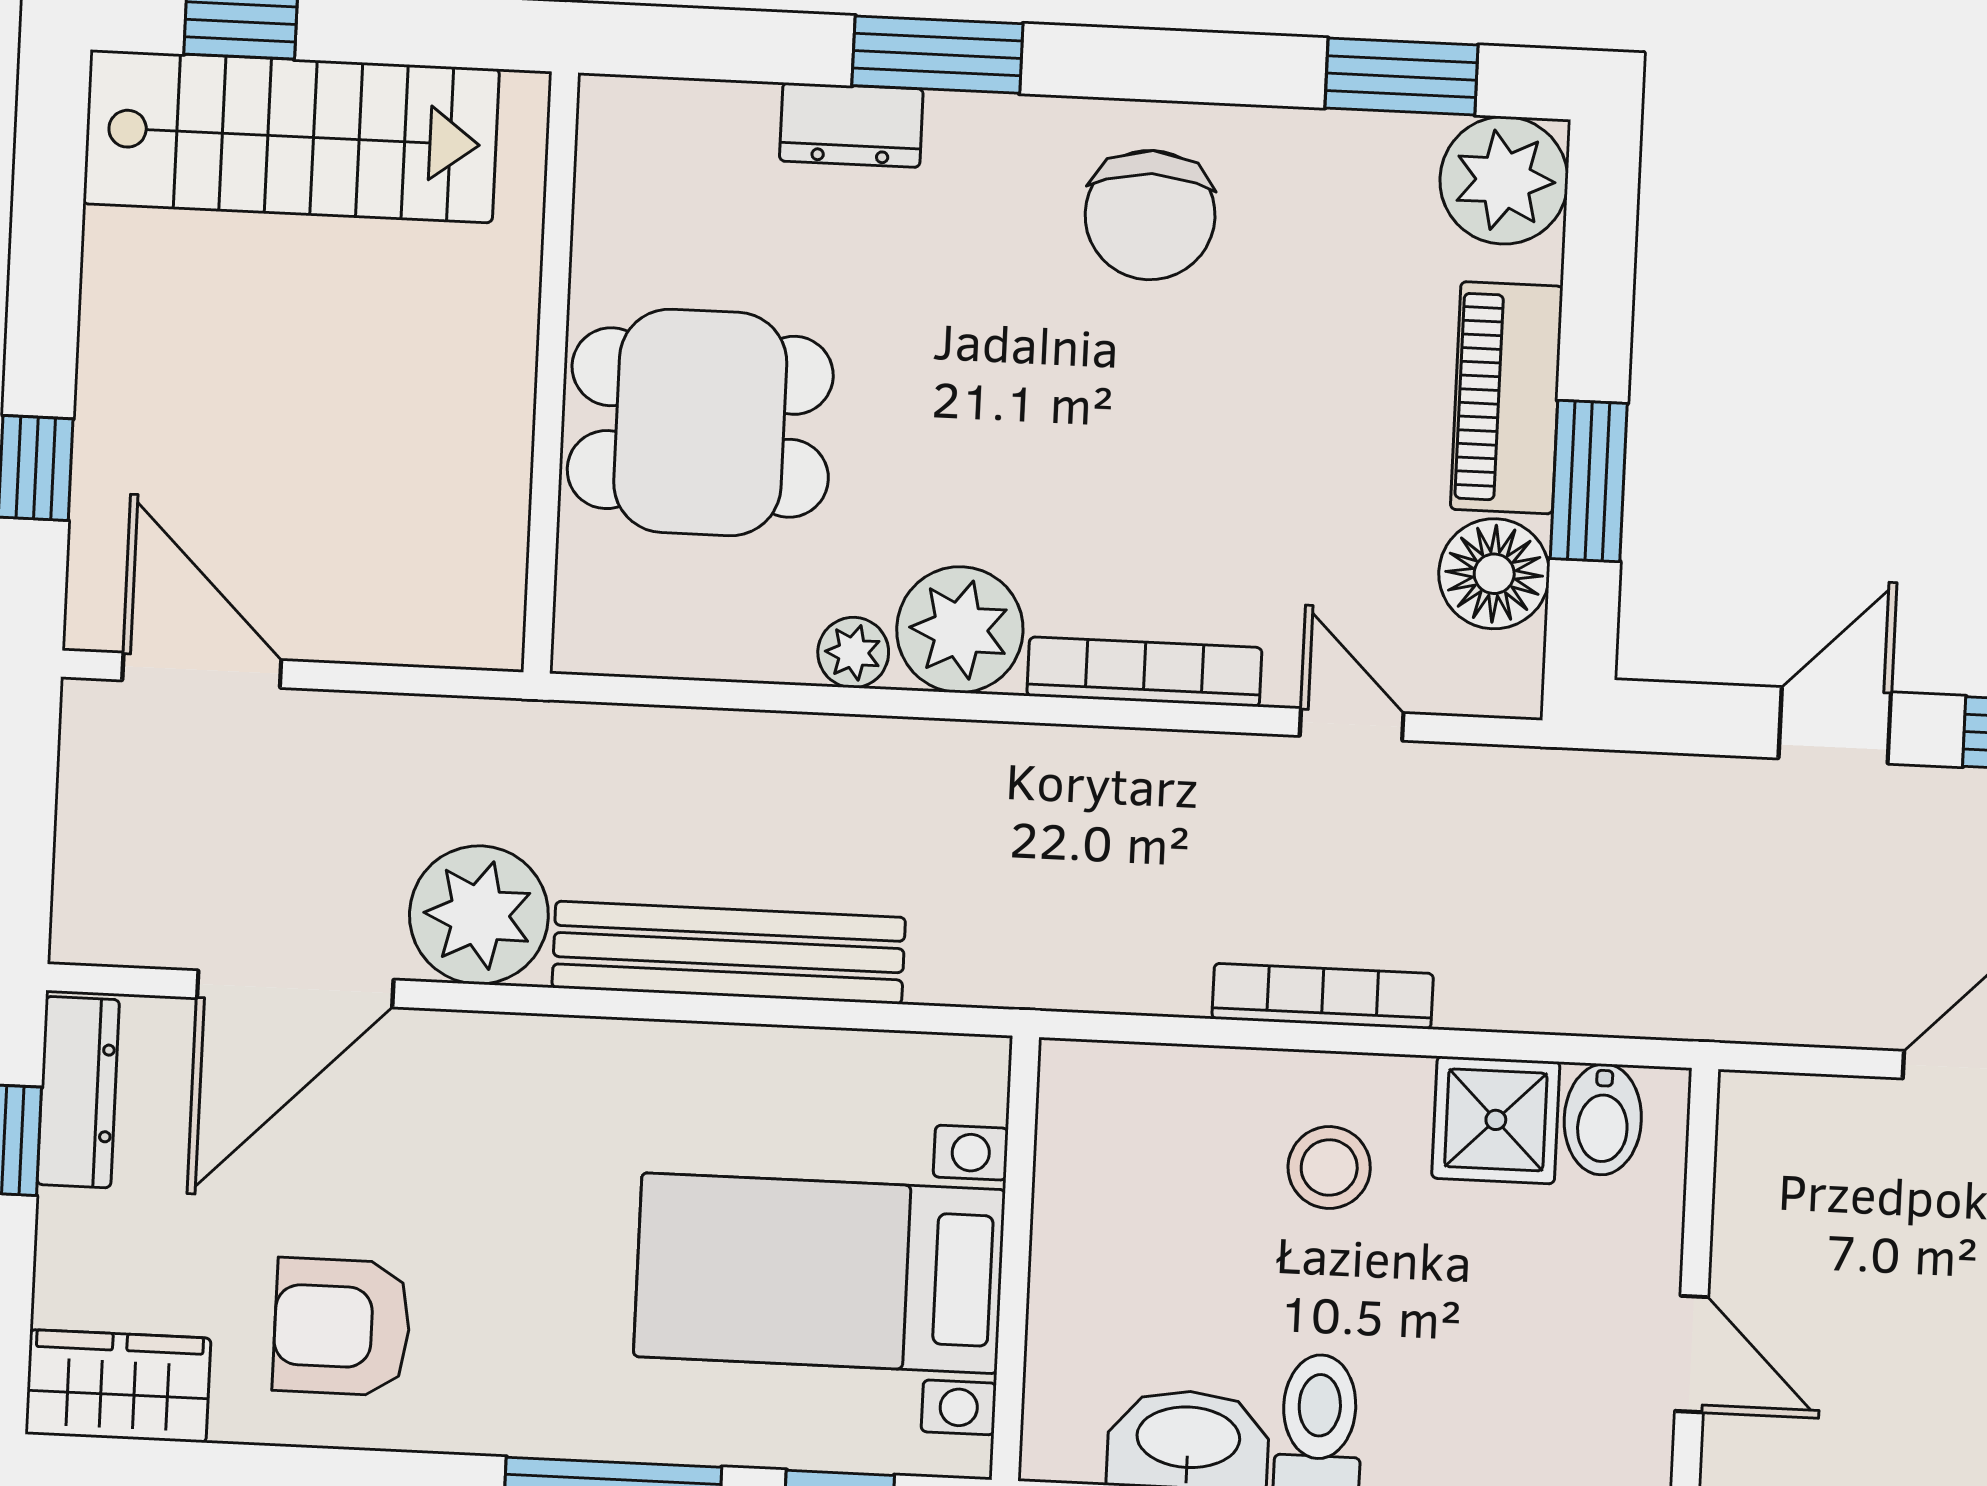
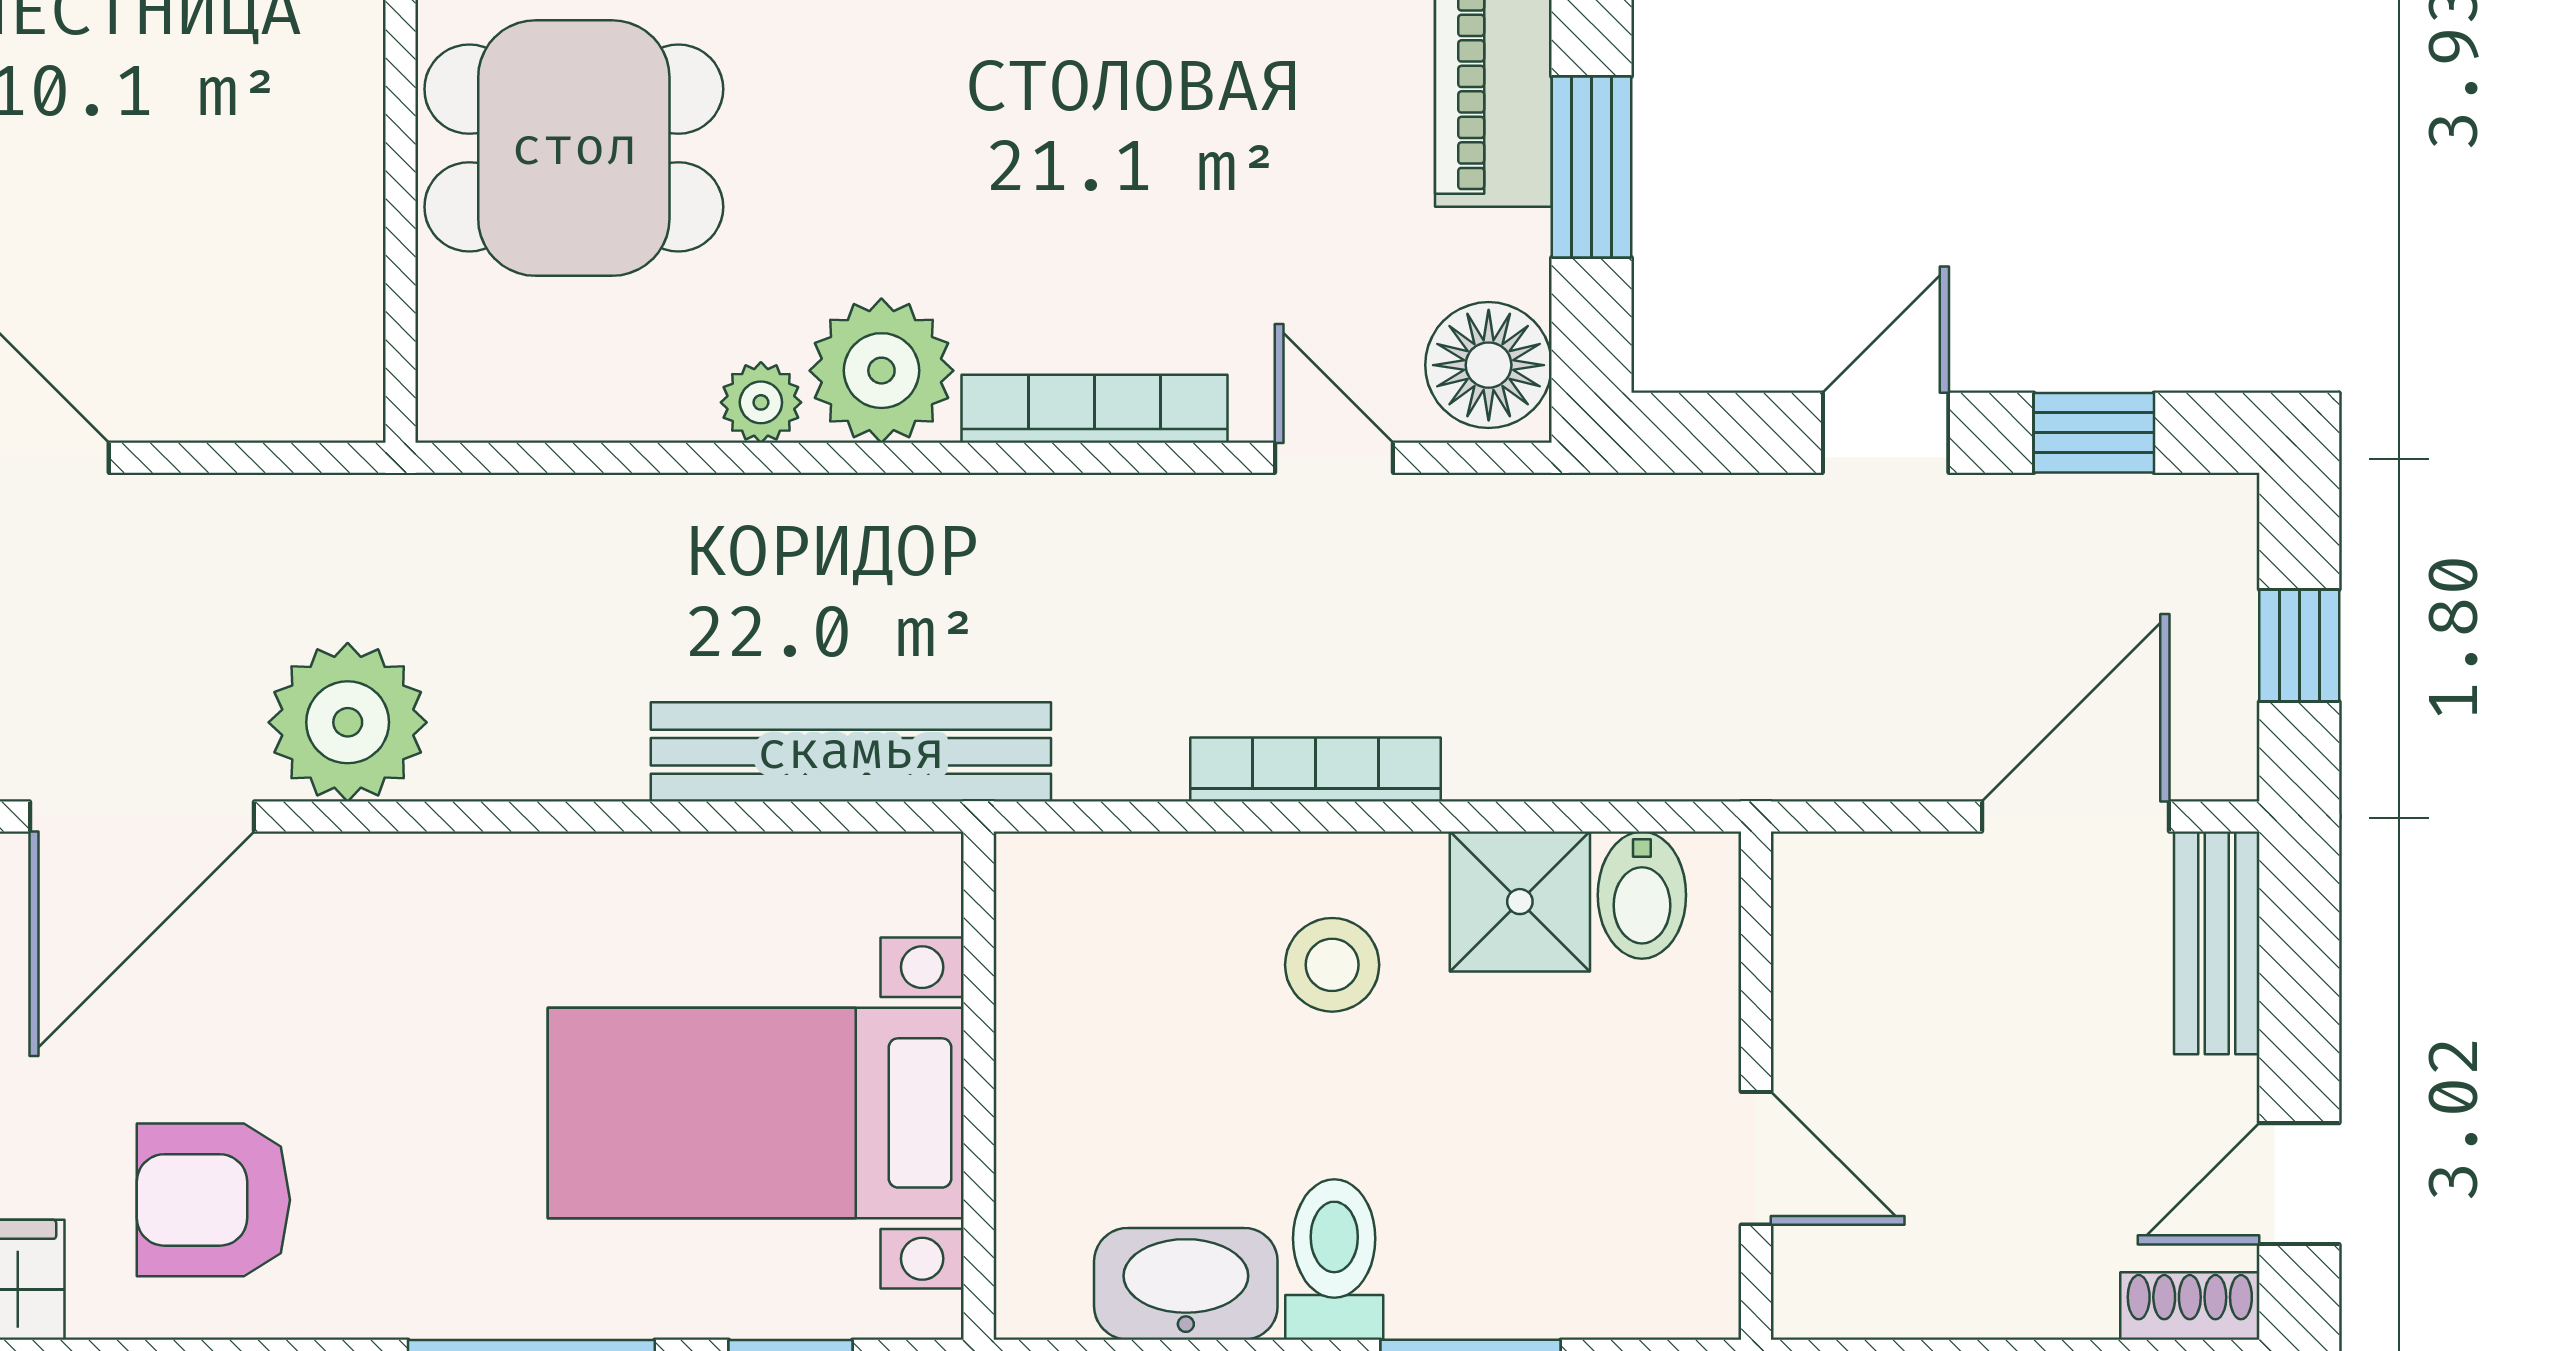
floor lamp: (1494, 574) -> (1489, 365), moved
bench: (729, 953) -> (851, 752), moved

